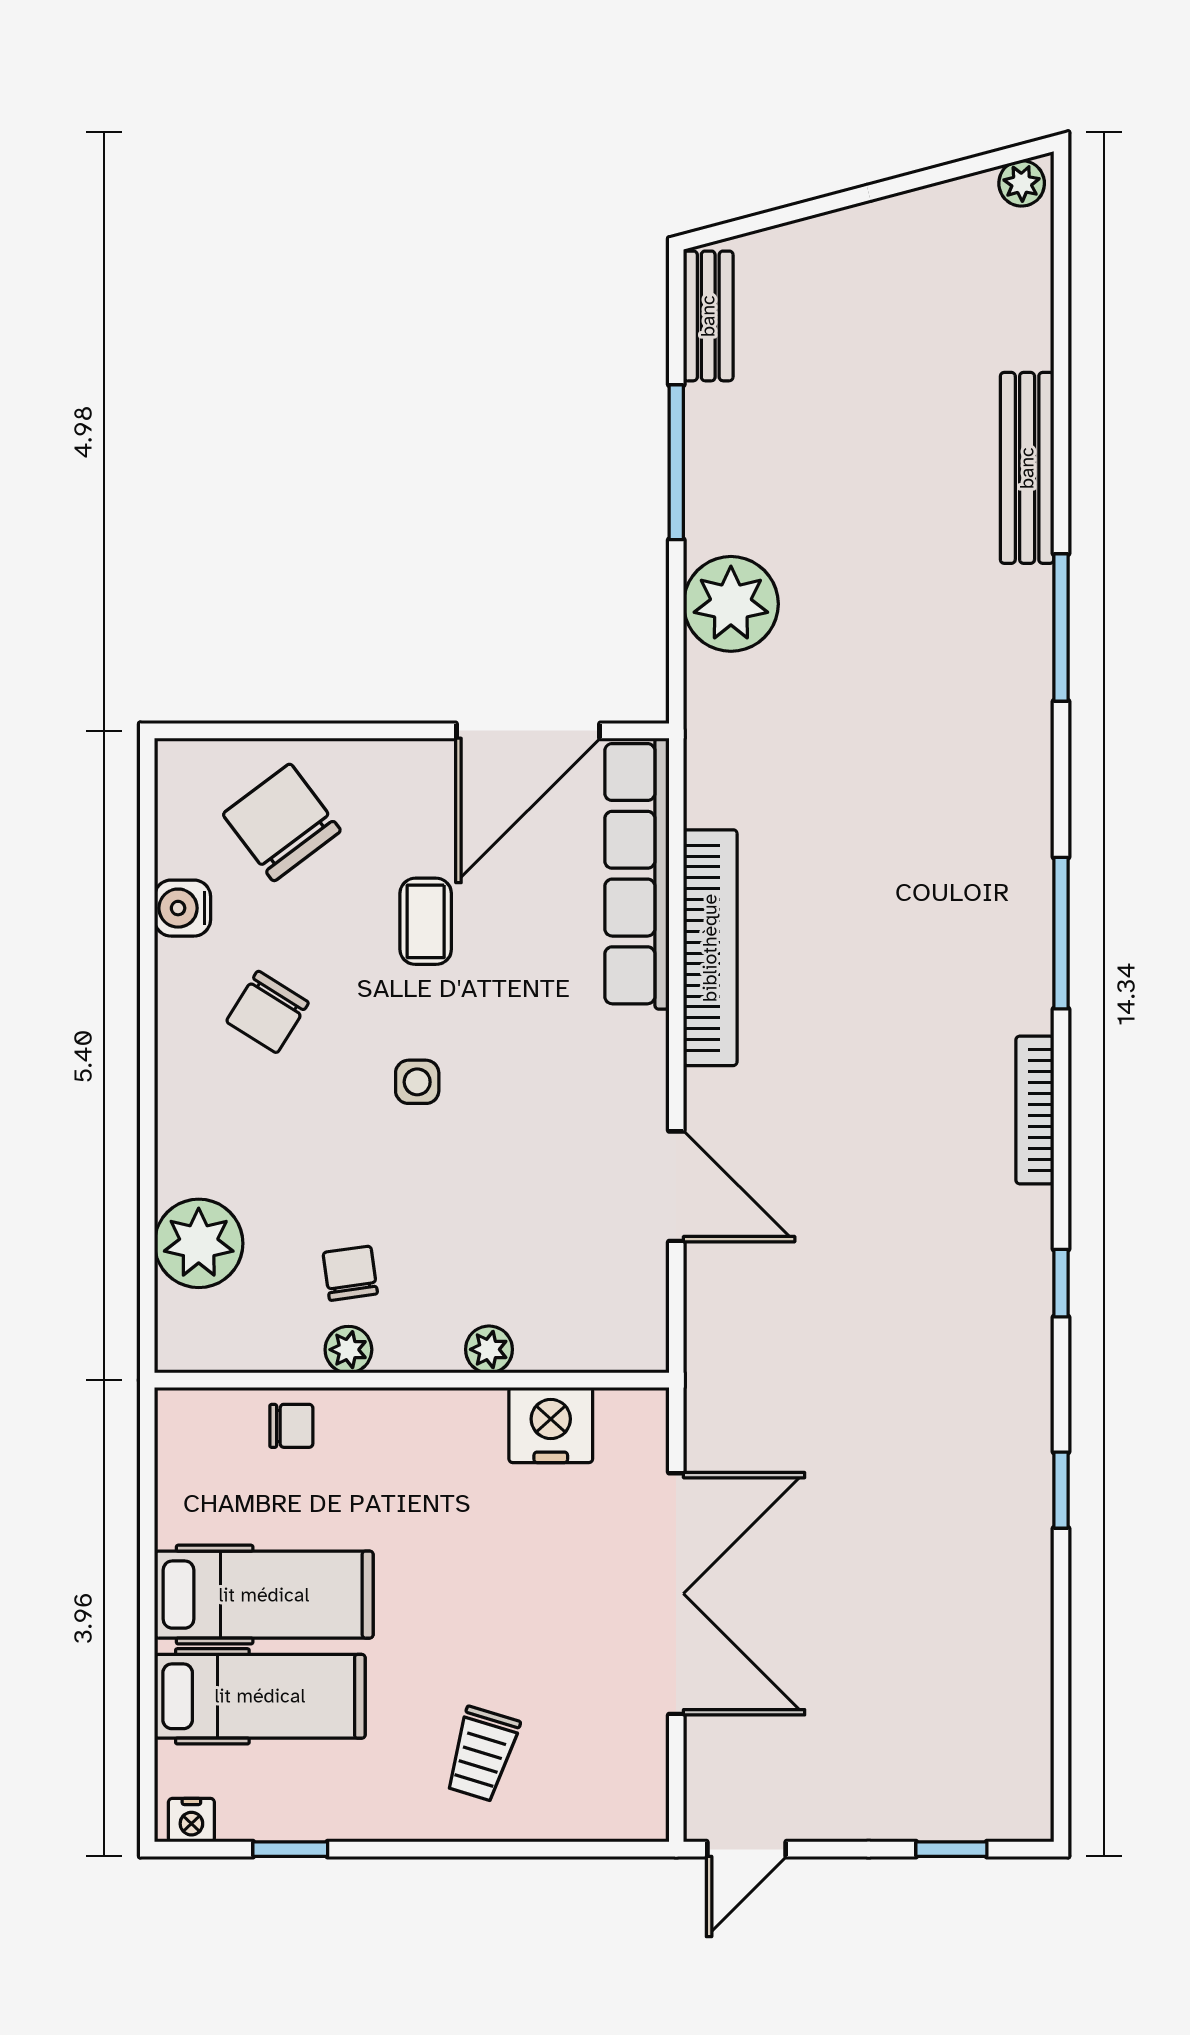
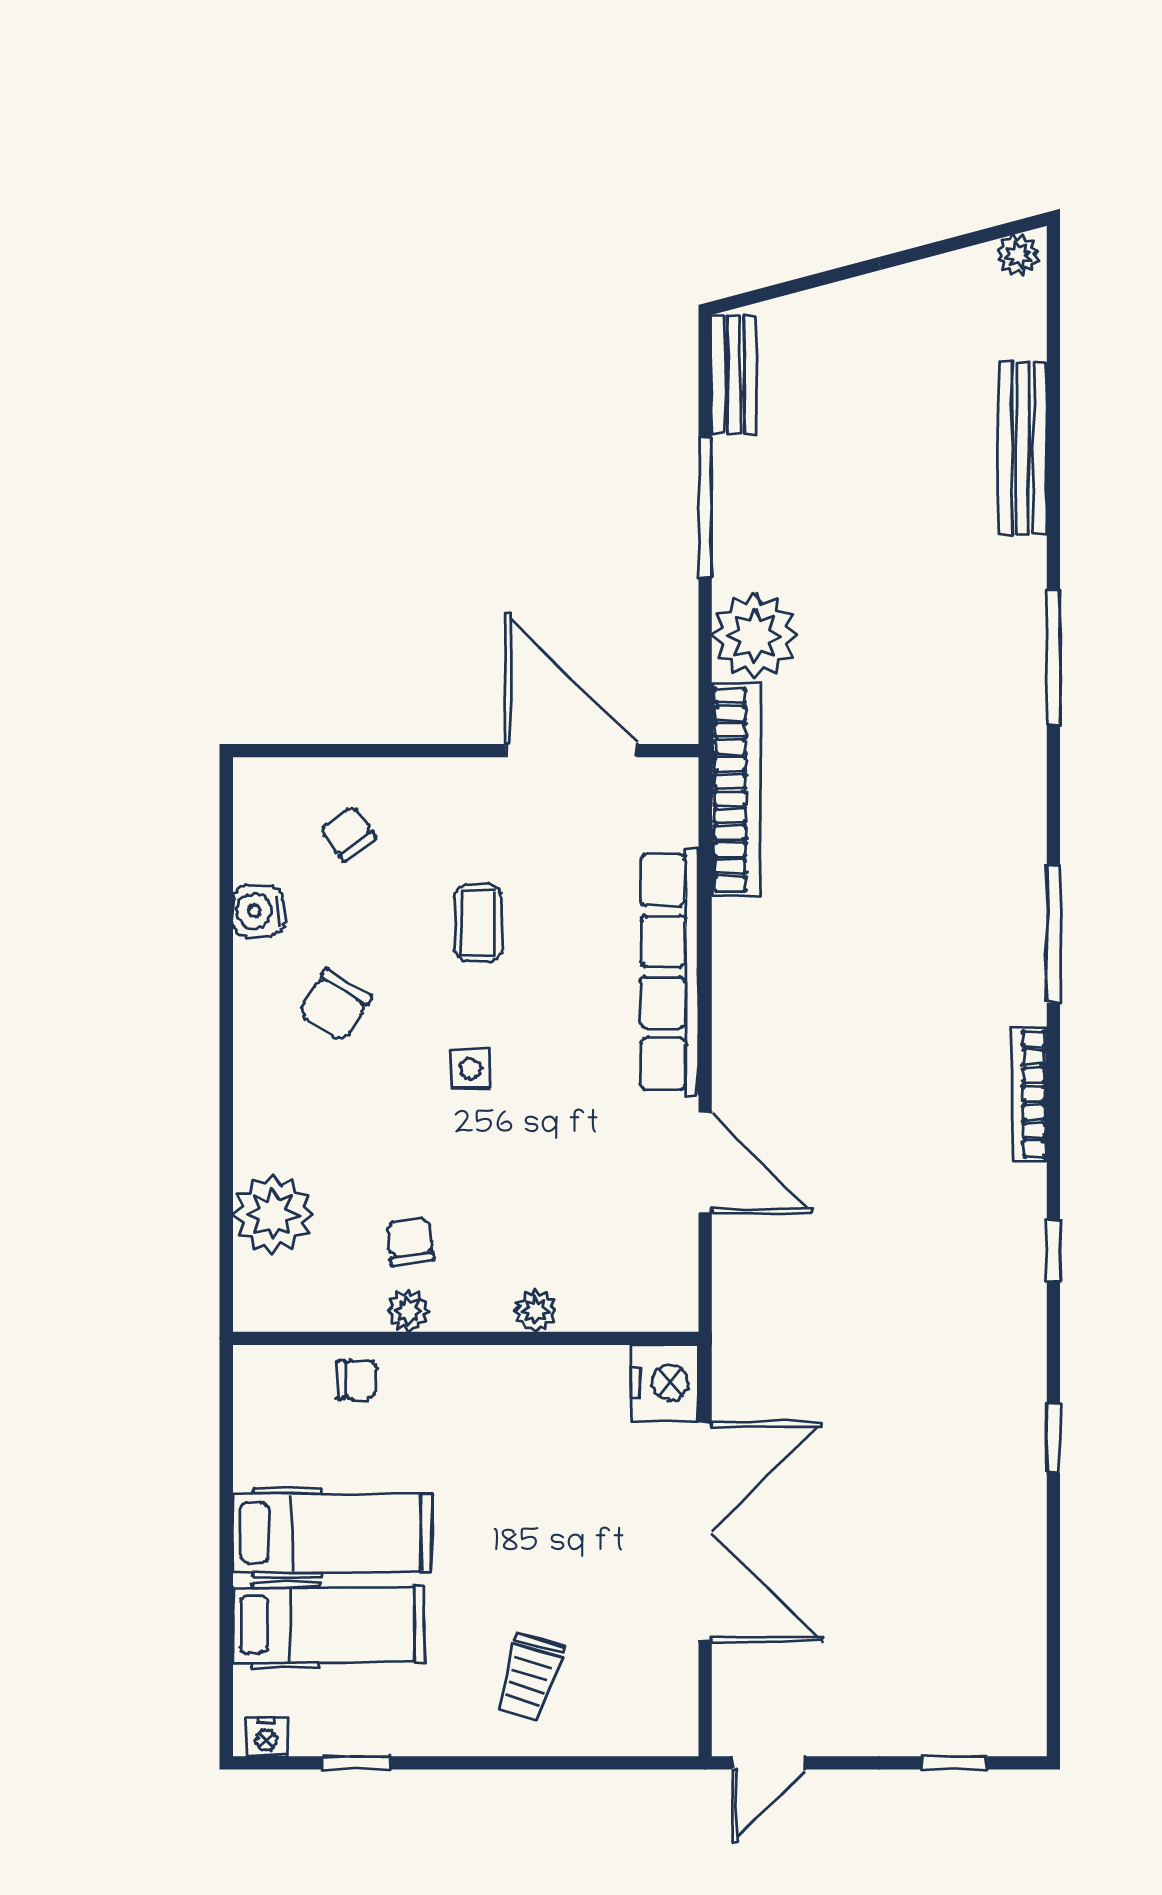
bench: (1027, 468) -> (1023, 448), moved
door: (528, 731) -> (571, 751), swing flipped
chair: (282, 822) -> (348, 834), width x0.54, depth x0.54
row of seats: (637, 874) -> (670, 972), moved
bookcase: (710, 948) -> (736, 790), moved
nightstand: (551, 1425) -> (665, 1383), moved, turned 90

